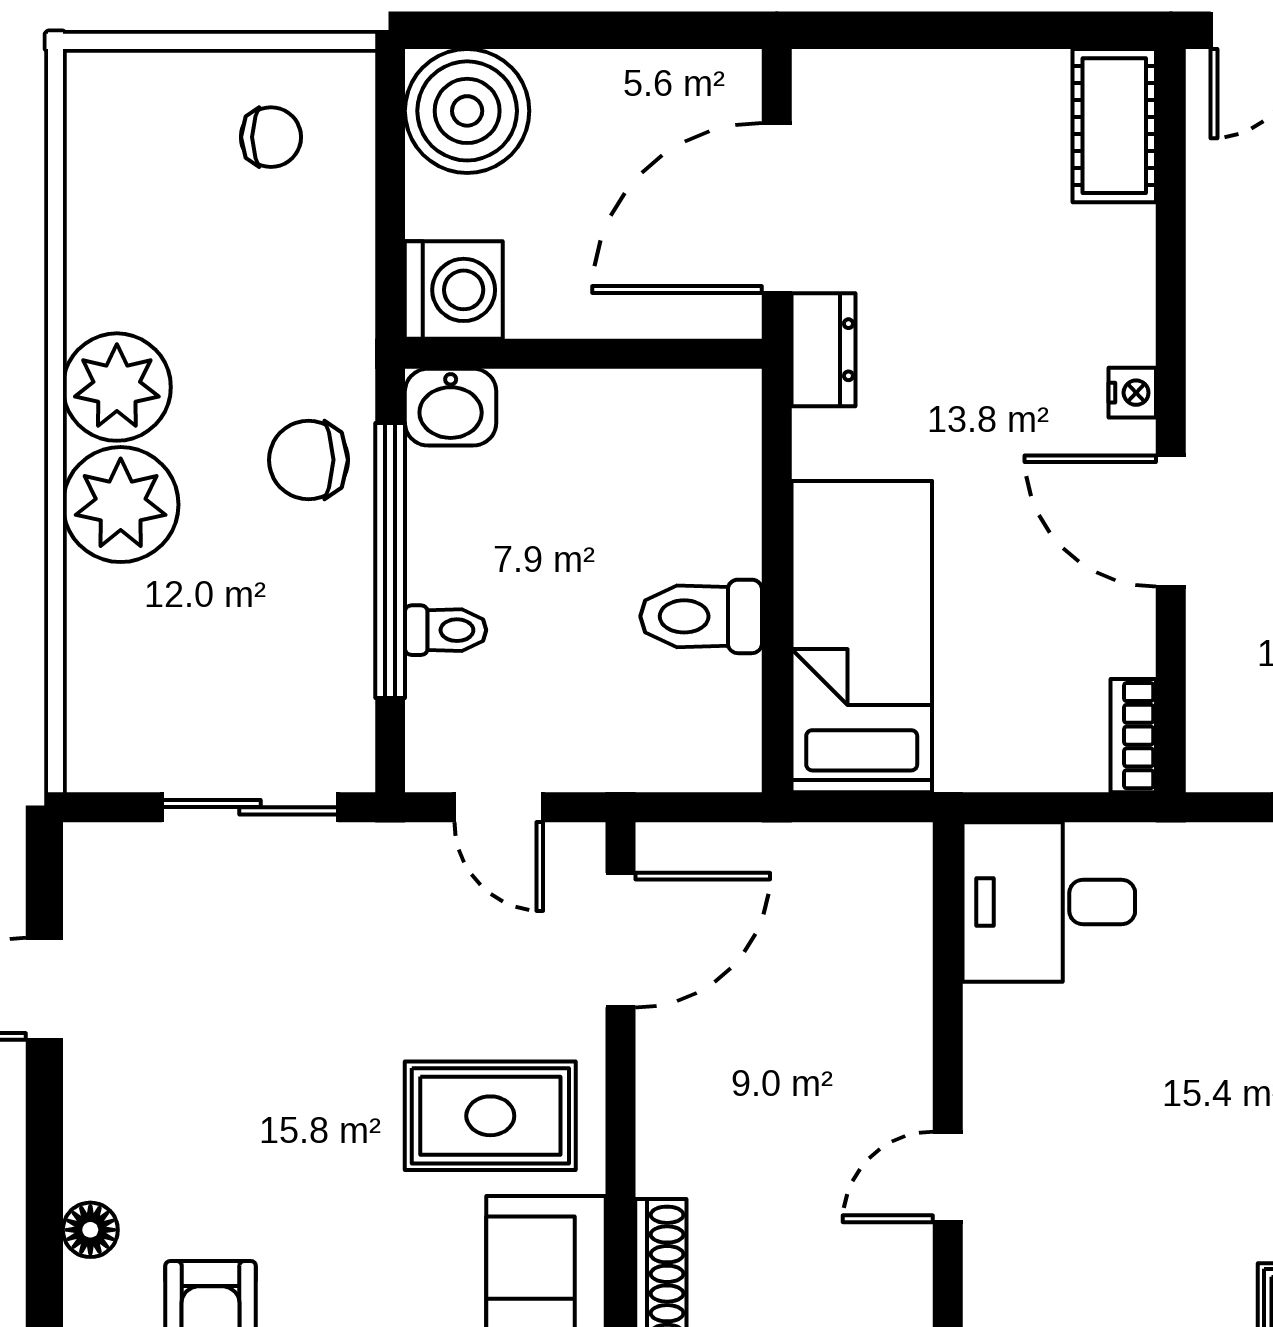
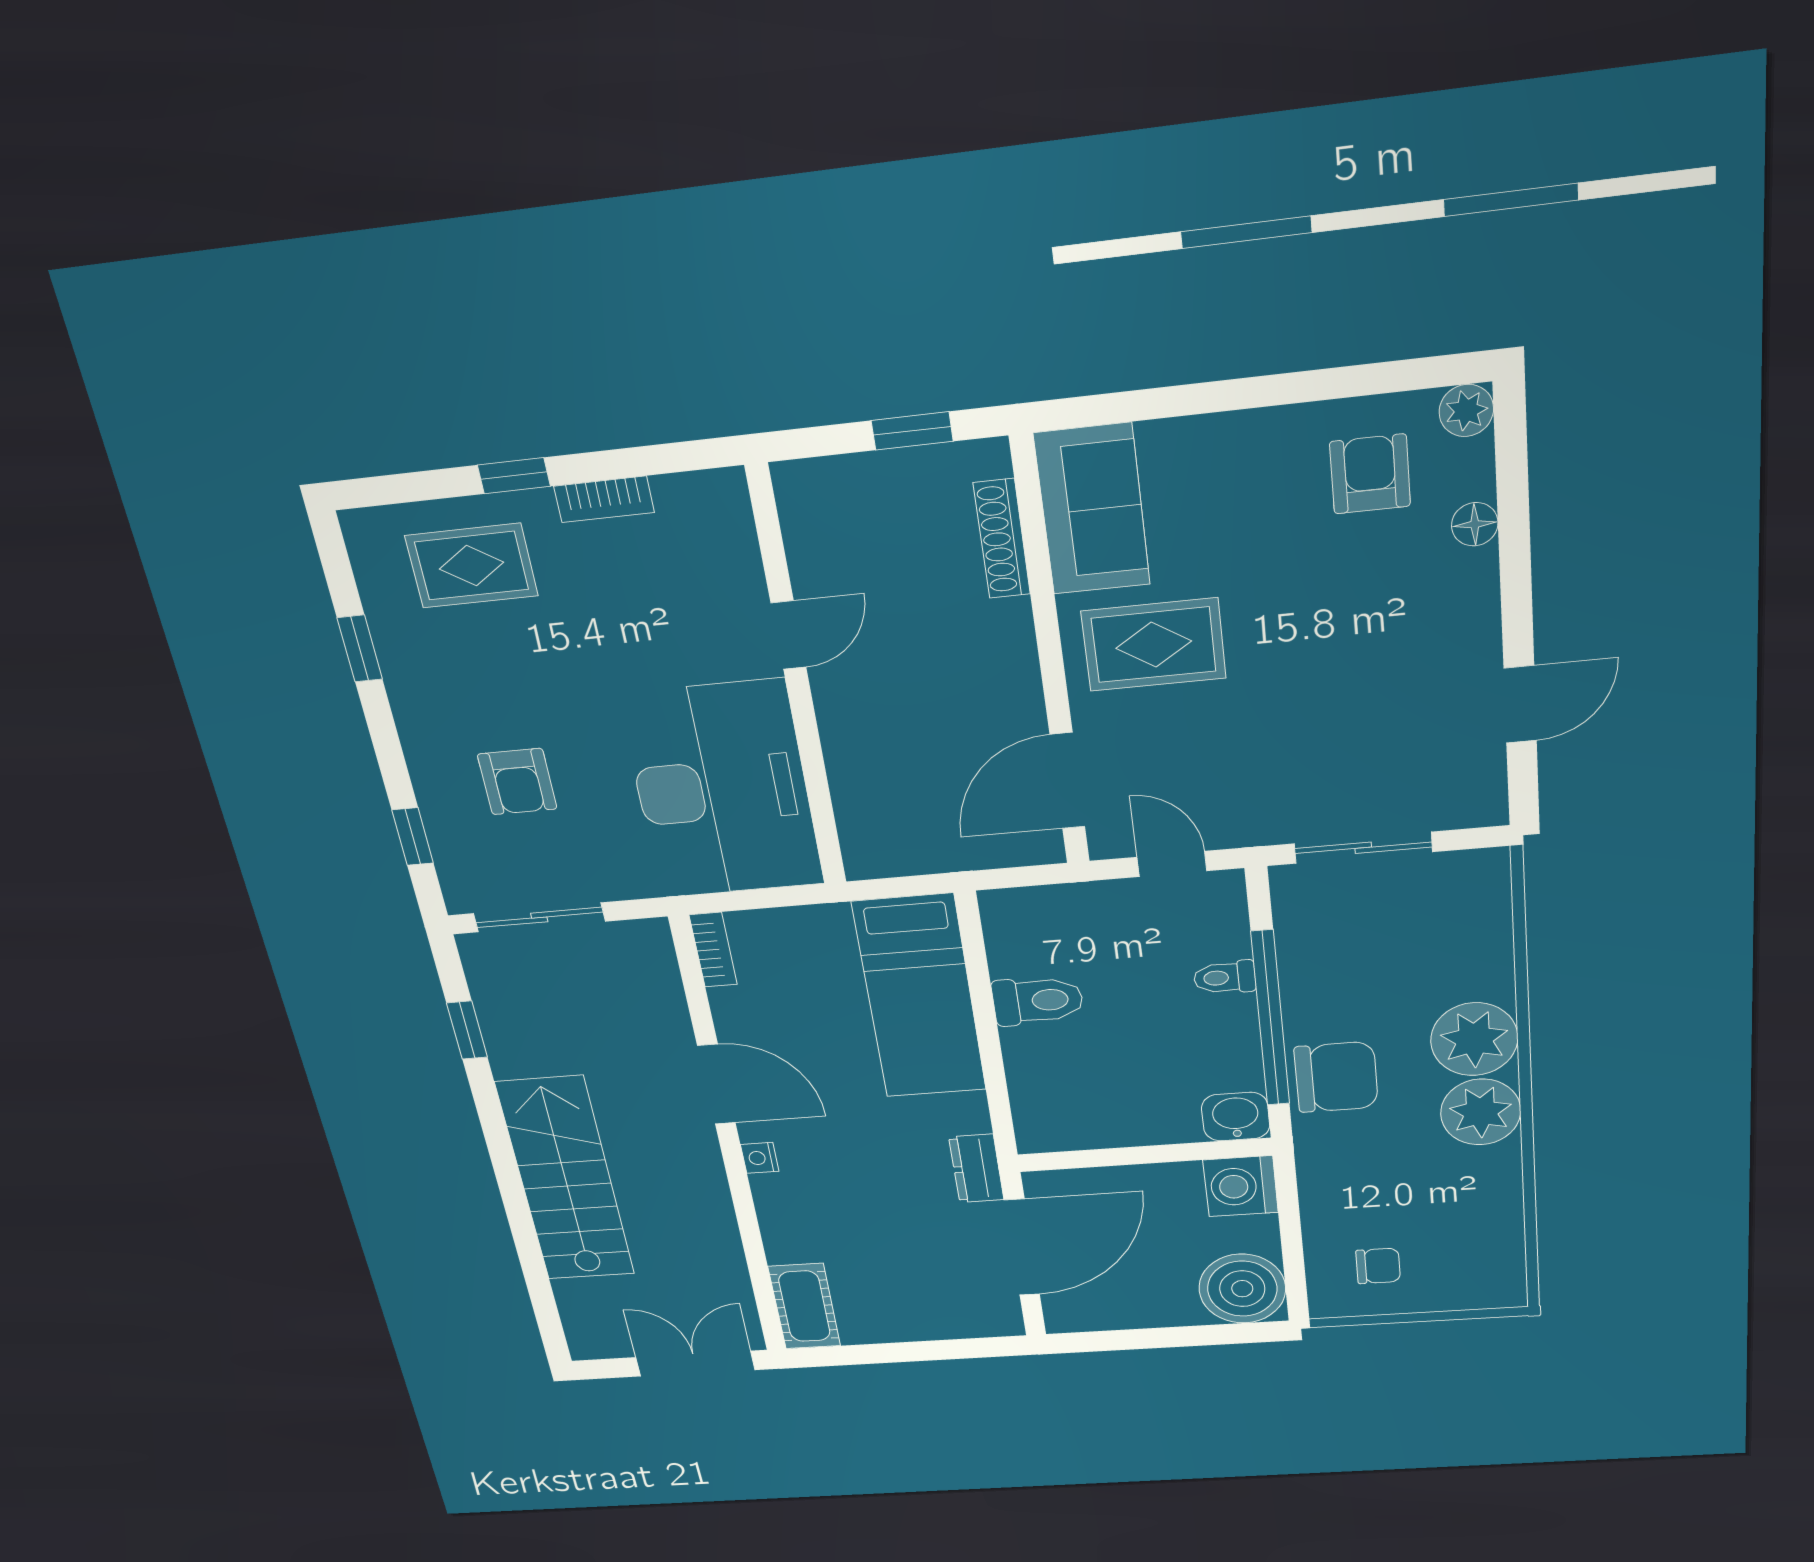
chair: (271, 137) -> (1378, 1266), turned 180
chair: (309, 460) -> (1336, 1077), width x1.37, depth x1.37
desk: (1049, 902) -> (722, 790), width x1.87, depth x1.30

